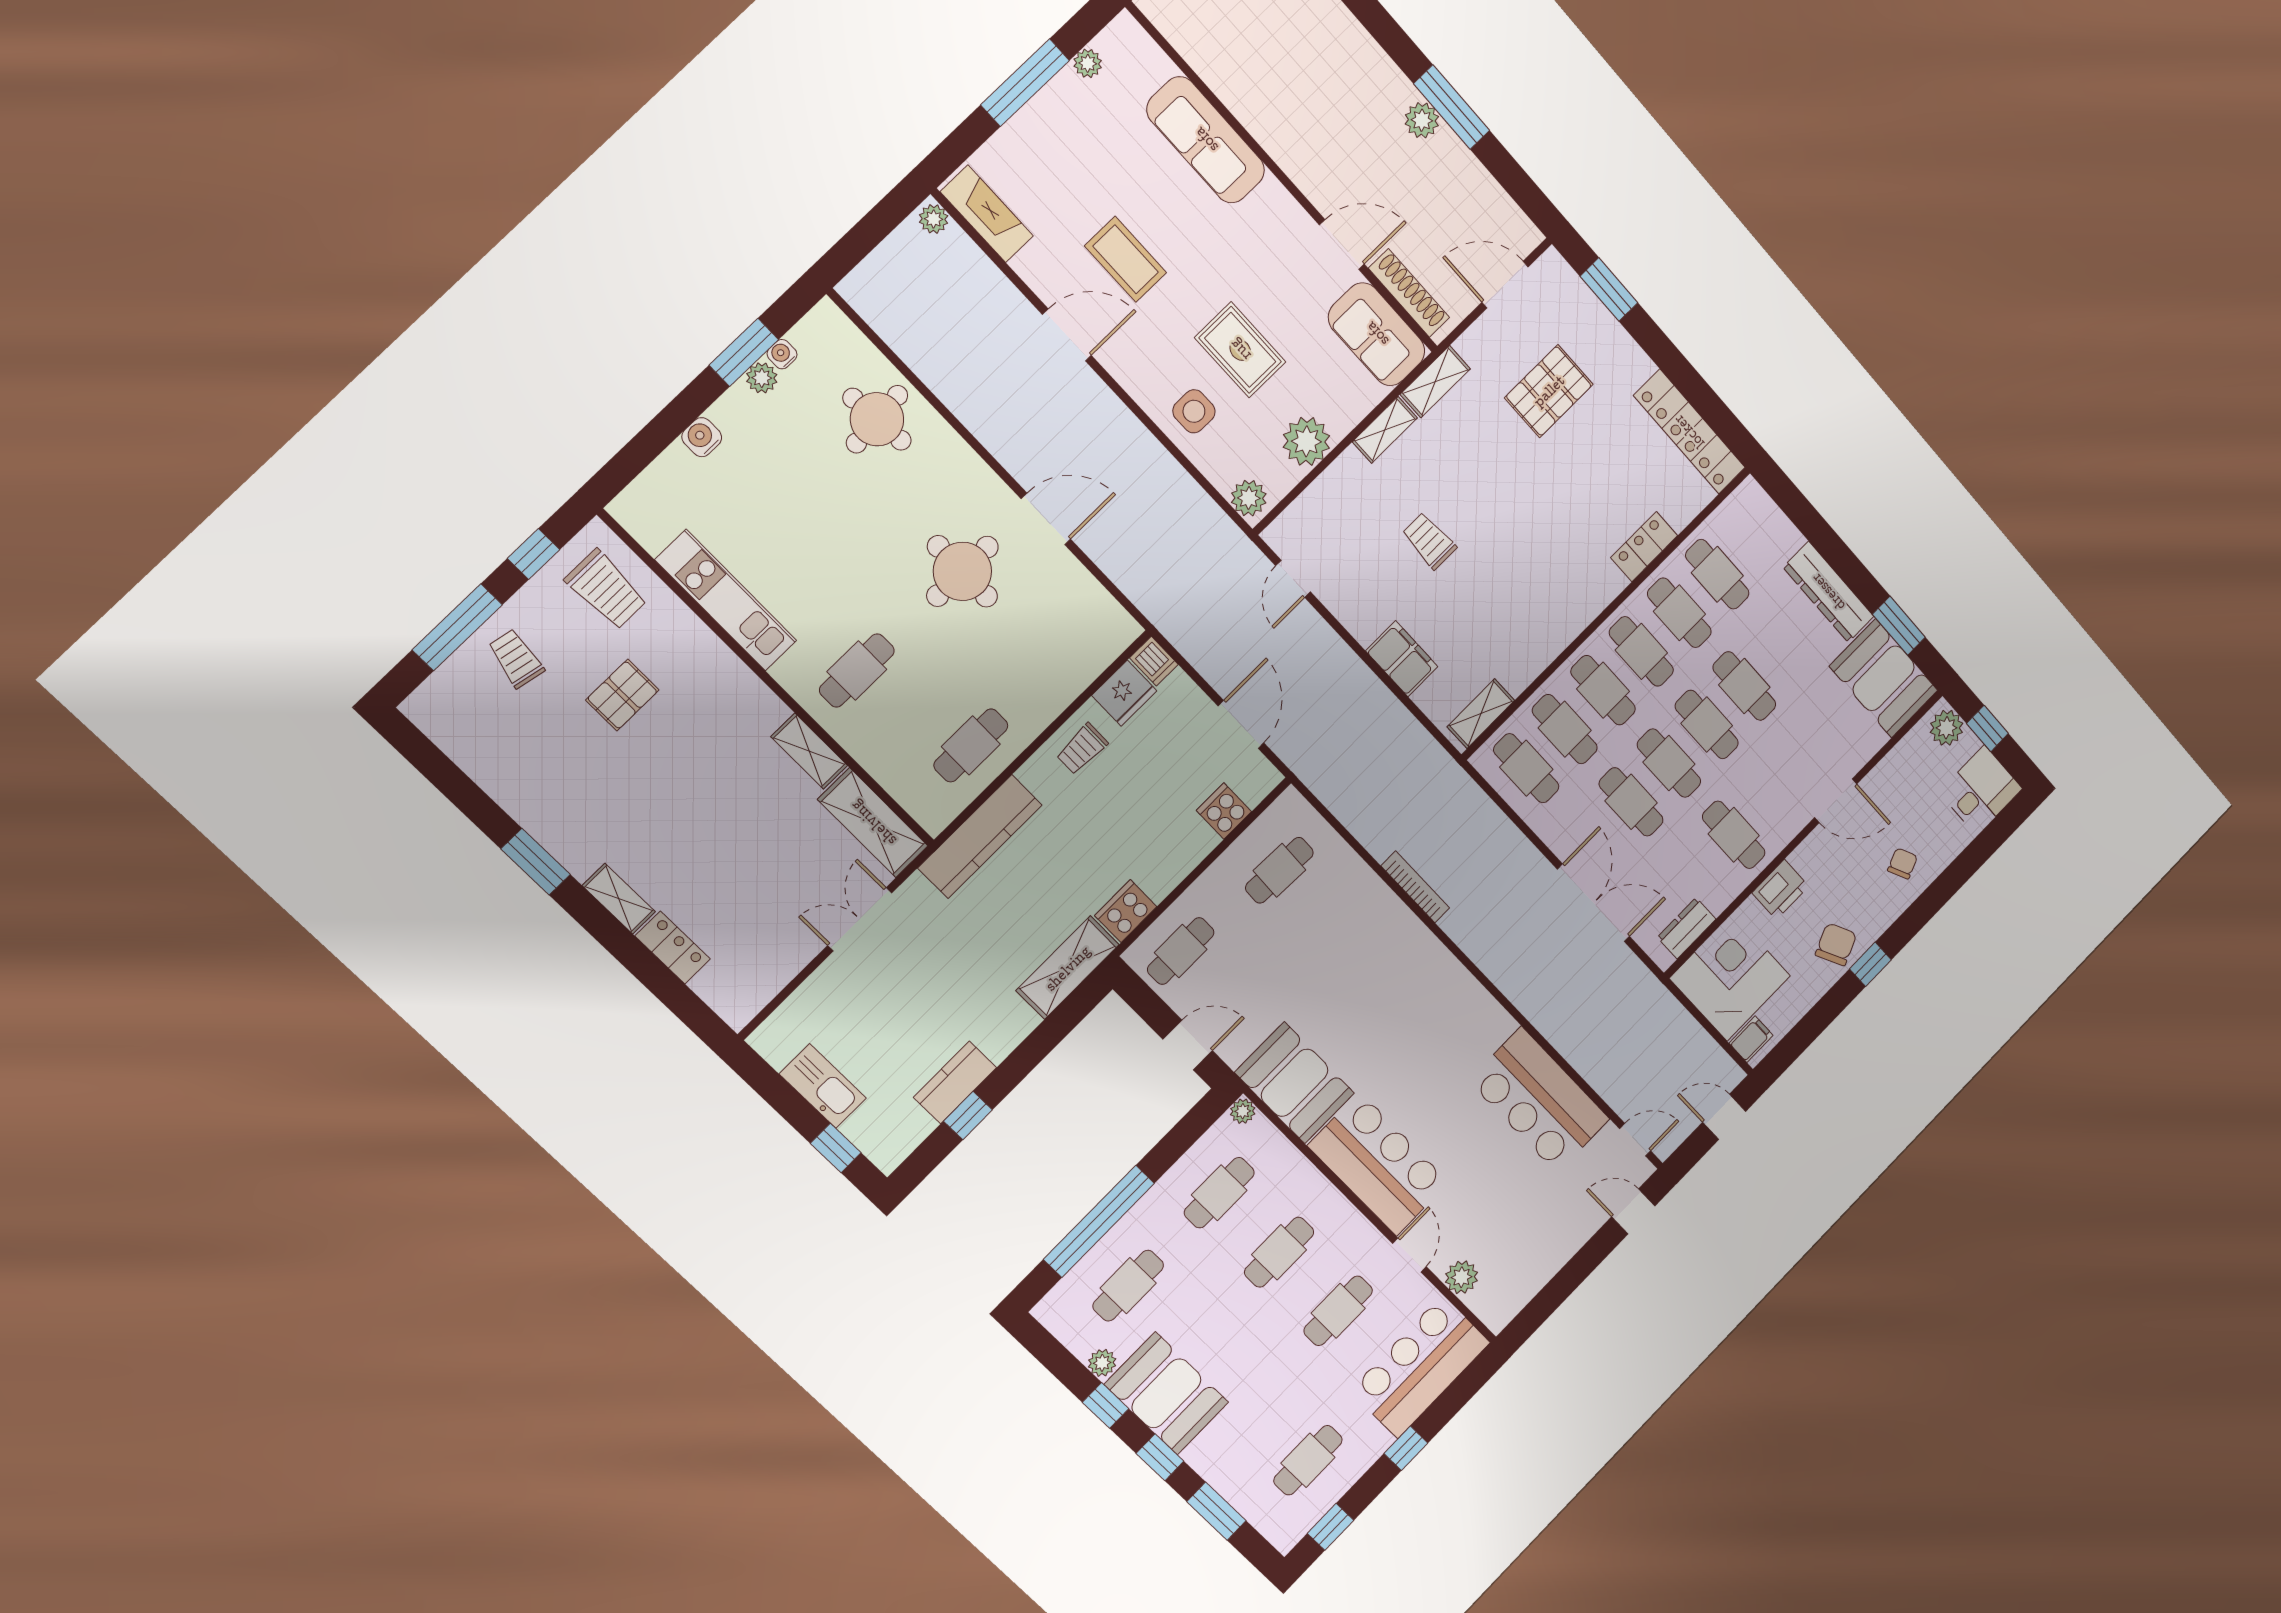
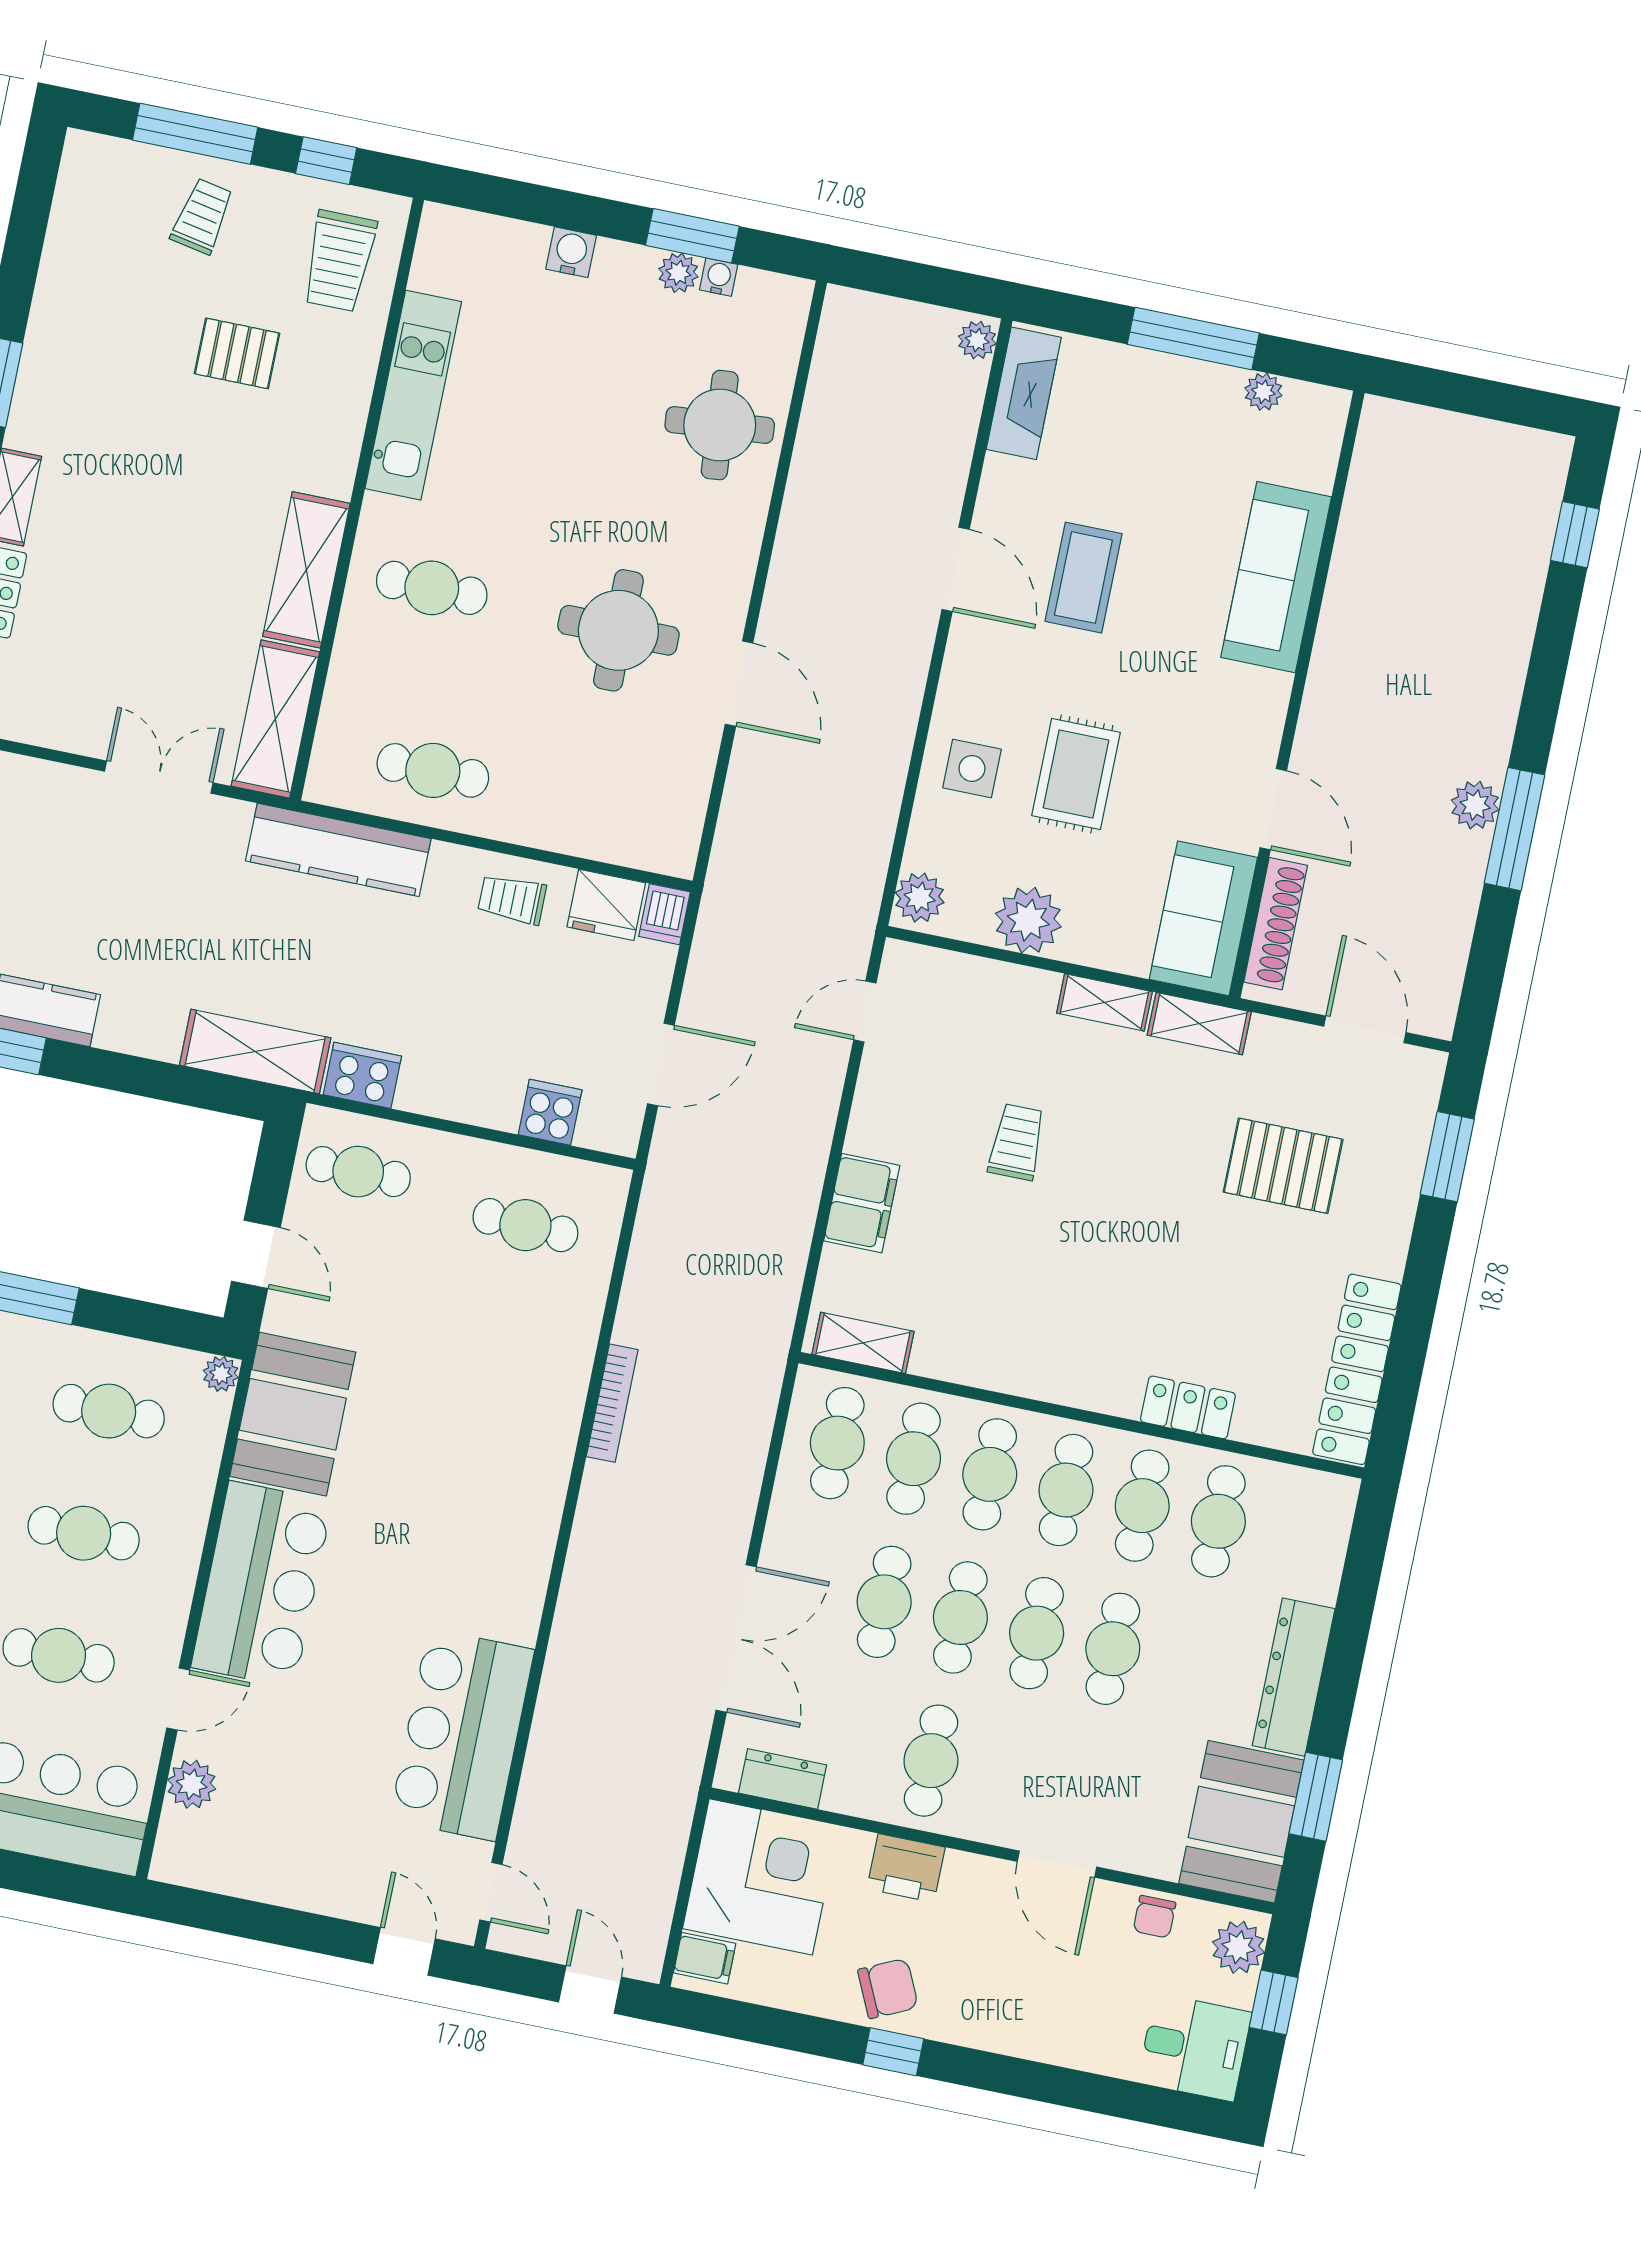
shelving: (809, 751) -> (306, 570), width x1.50, depth x1.33
chair: (1903, 863) -> (1154, 1917), moved, turned 114

